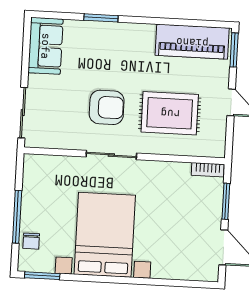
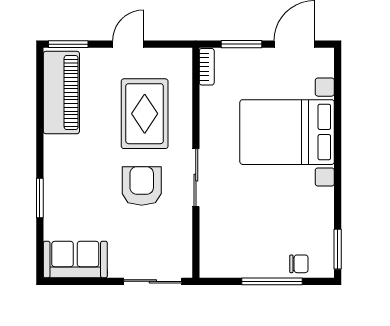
bed with nightstands: (105, 235) -> (287, 132), moved

